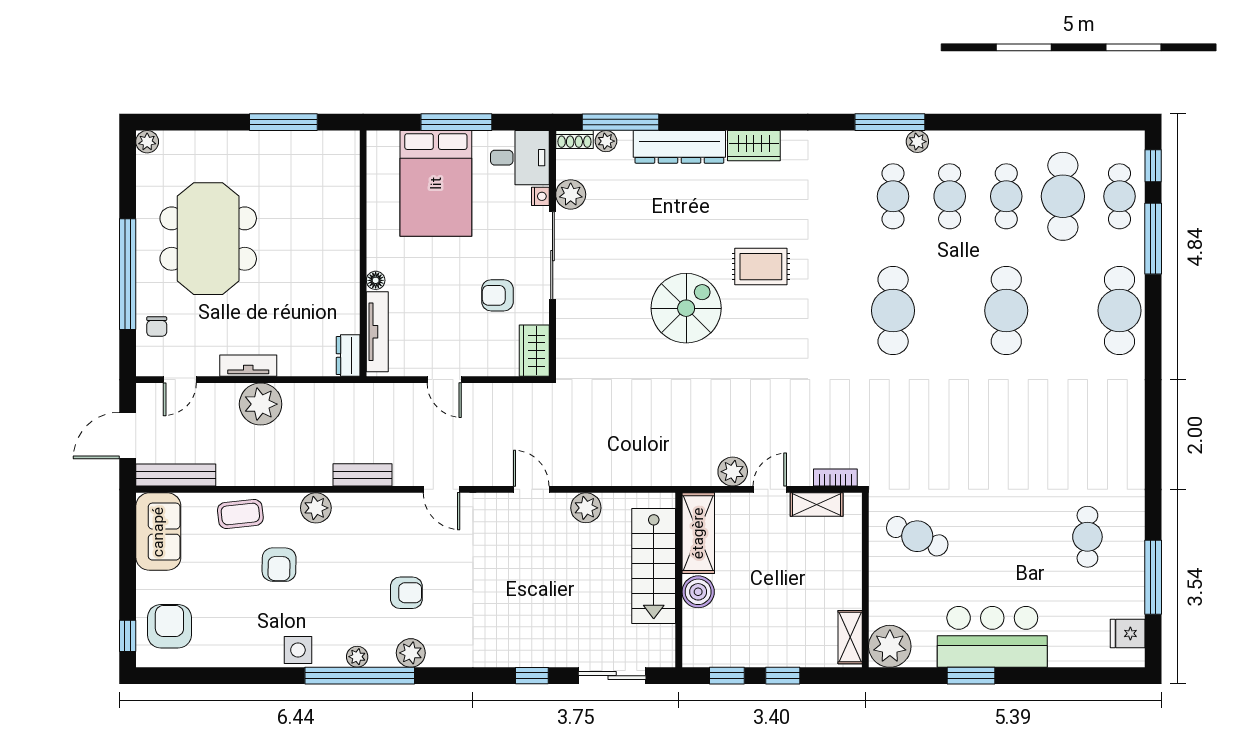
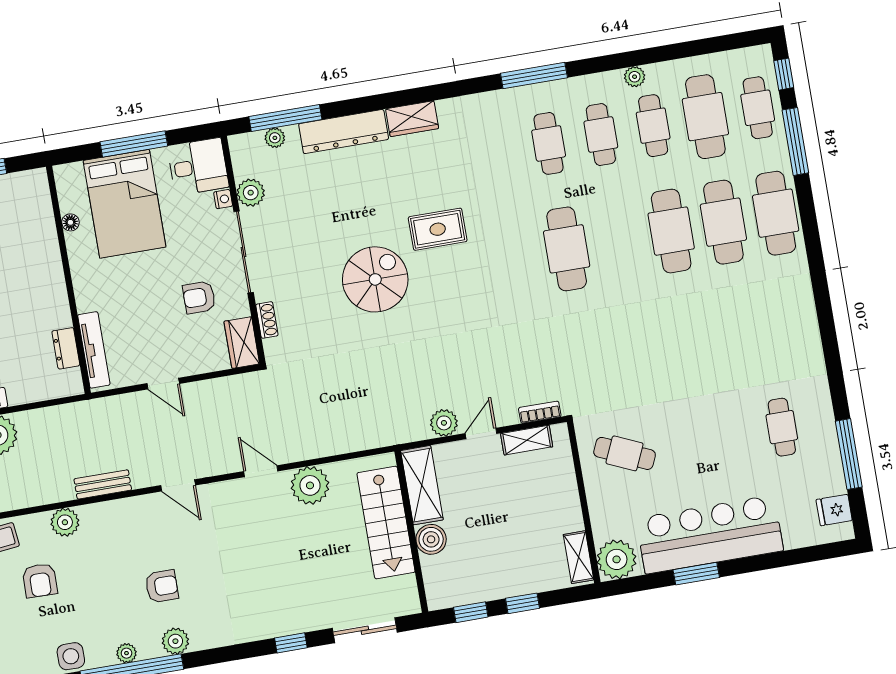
shoe rack: (574, 139) -> (267, 320), moved, turned -90
plant: (917, 142) -> (635, 77), moved
floor lamp: (376, 280) -> (70, 222), moved
cafe table: (1063, 311) -> (723, 222), added
dresser: (348, 356) -> (66, 348), moved
plant: (586, 508) -> (310, 485), width x1.36, depth x1.36
bar counter: (992, 637) -> (710, 534), width x1.36

